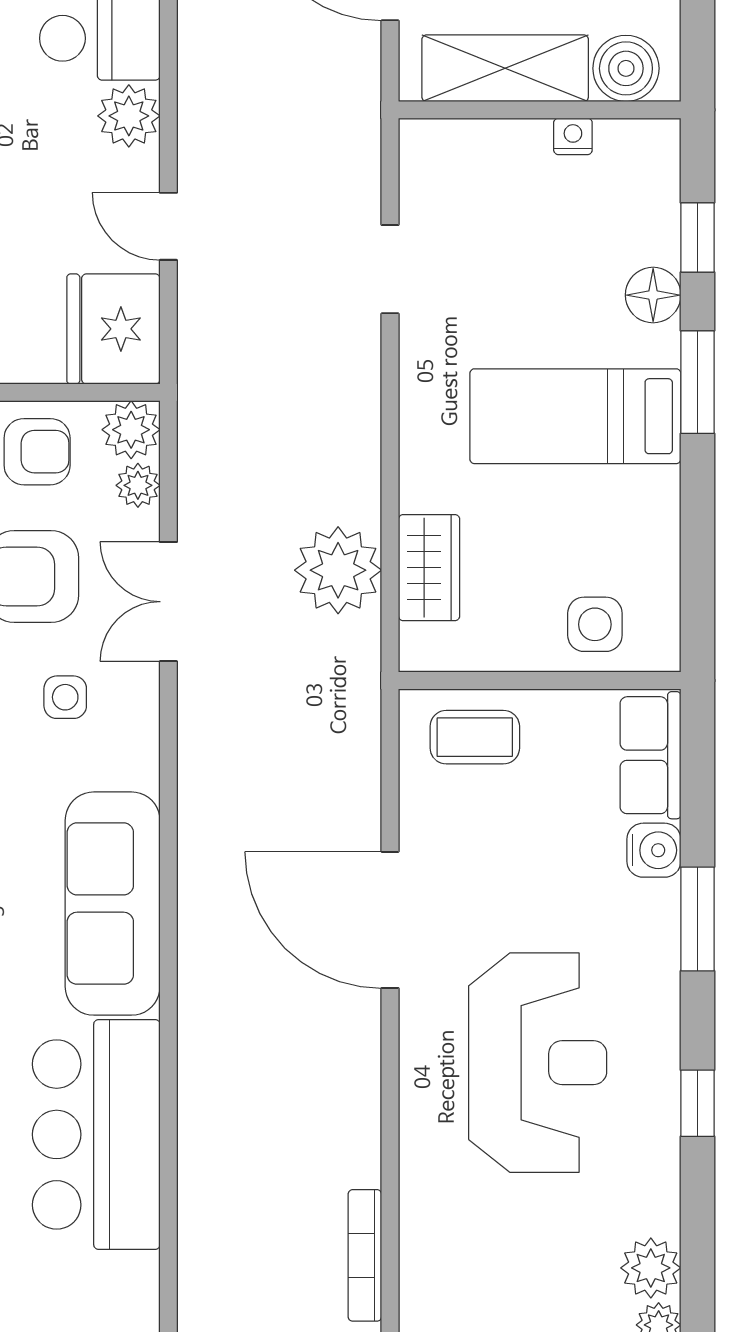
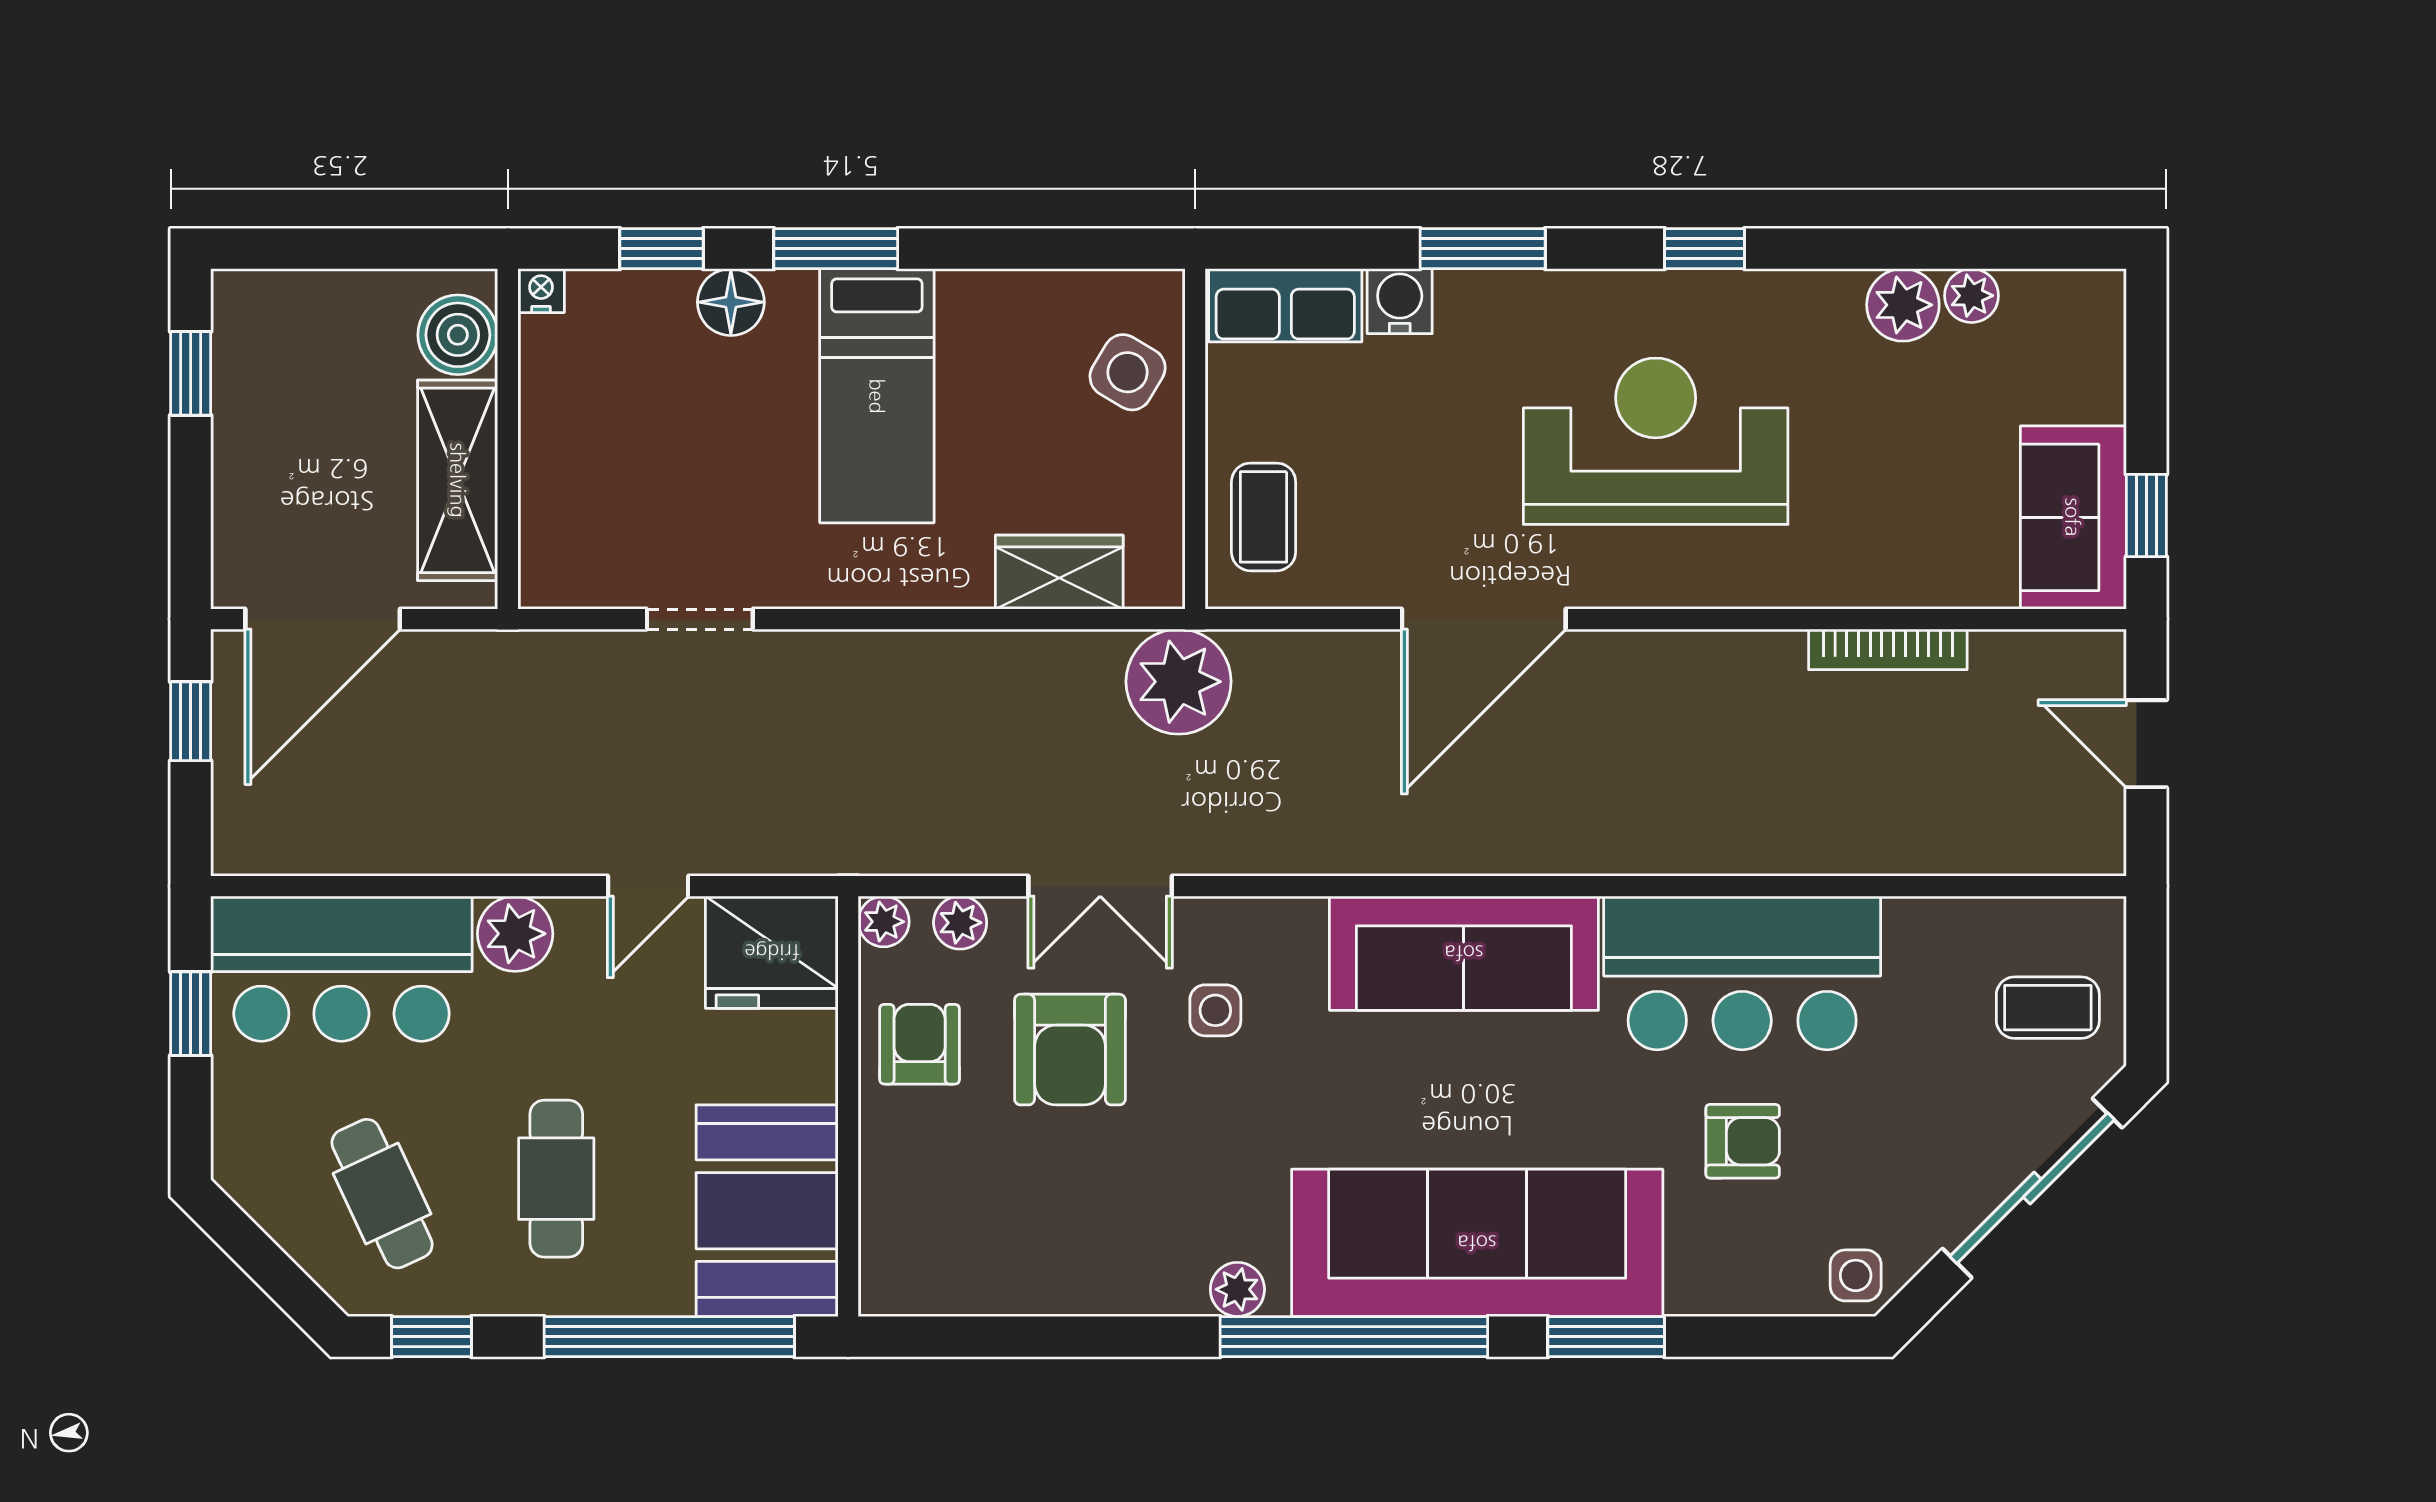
nightstand: (573, 136) -> (541, 291), moved, turned 90
plant: (131, 430) -> (884, 922), width x0.73, depth x0.73
plant: (338, 570) -> (1179, 682), moved
side table: (595, 624) -> (1128, 372), turned 31

